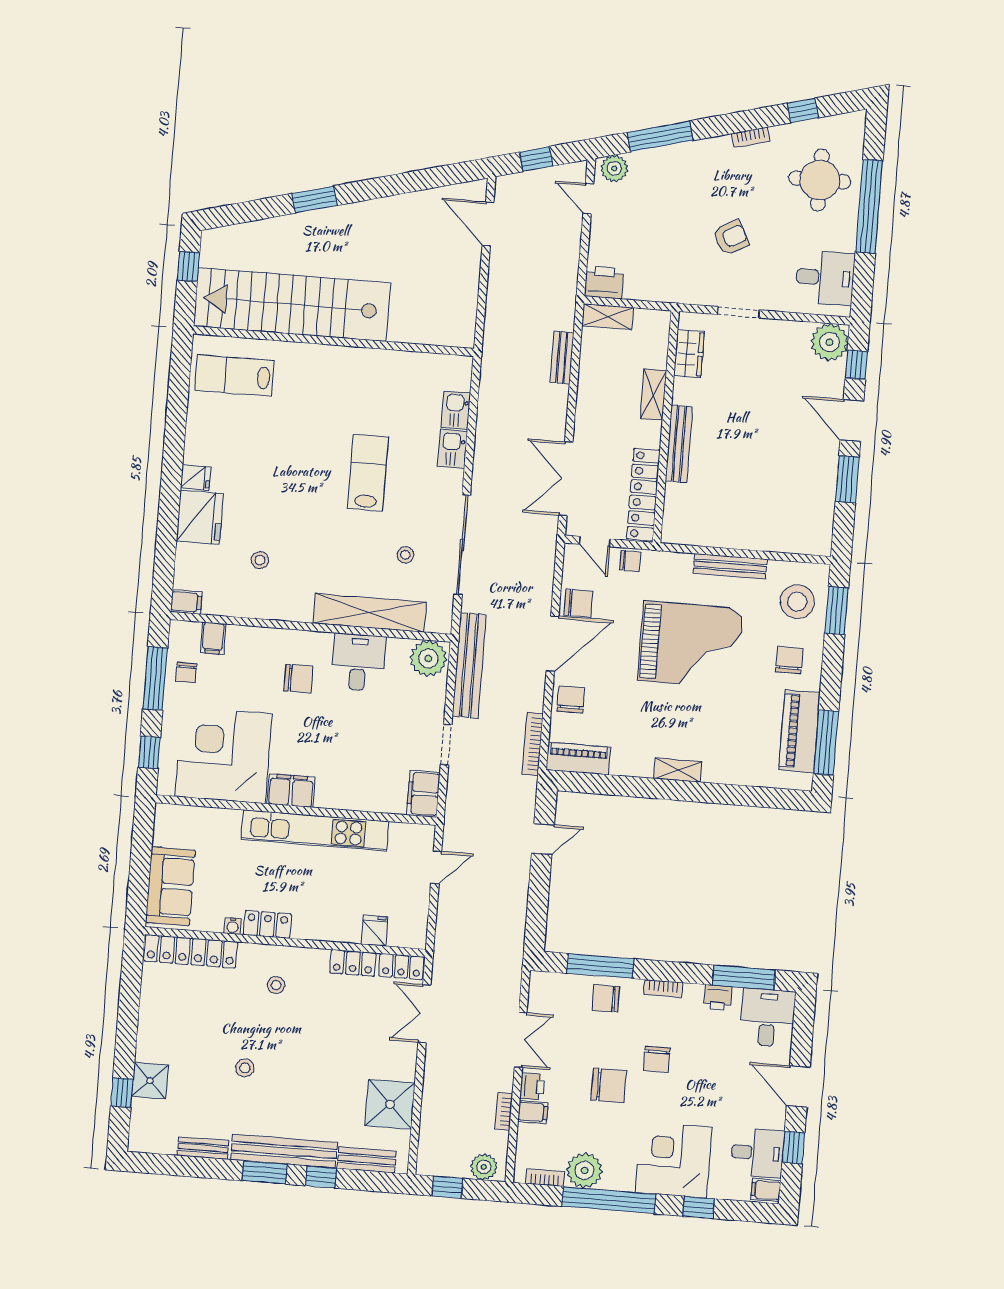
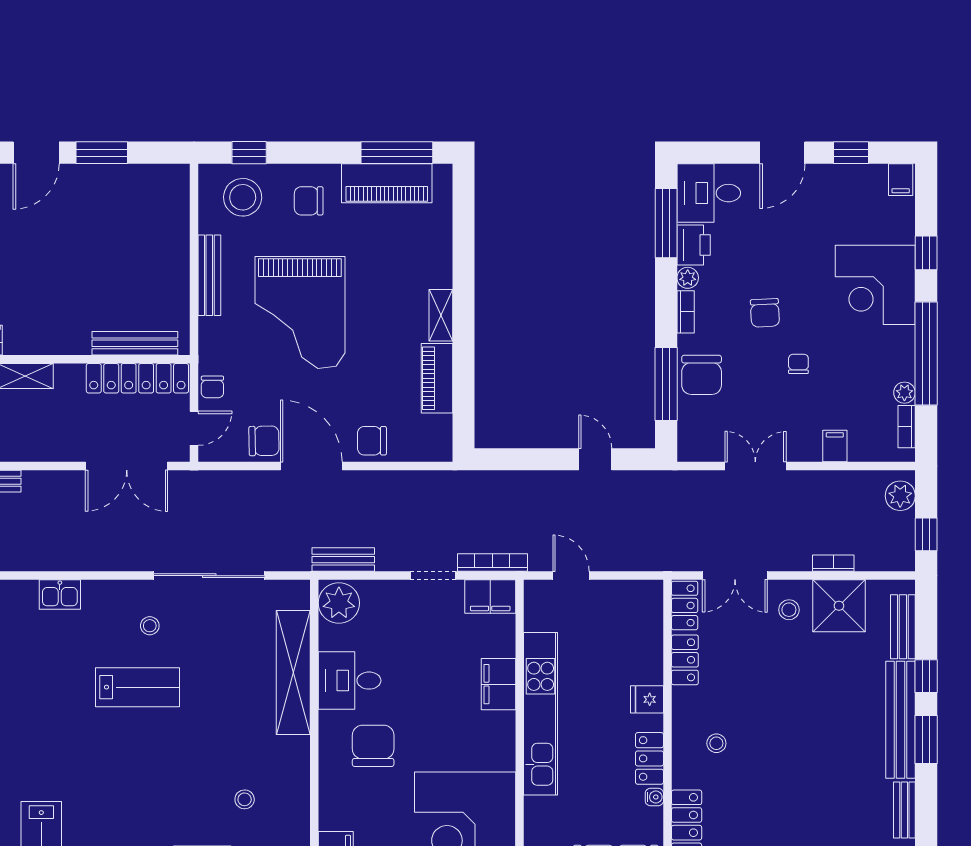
bench: (679, 444) -> (135, 343), moved
kitchen sink: (453, 449) -> (103, 595), removed
lab bench: (368, 473) -> (138, 687), turned 180
stool: (405, 555) -> (150, 626), moved
chair: (630, 561) -> (212, 387), turned 180
chair: (578, 603) -> (264, 441), turned 89
window: (837, 611) -> (249, 153), width x0.67
grand piano: (690, 644) -> (300, 313), turned 180
bench: (469, 666) -> (343, 560), width x0.54, depth x0.82
chair: (298, 679) -> (373, 746), width x1.37, depth x1.37
bookcase: (533, 744) -> (492, 563), moved, turned 180
piano: (578, 758) -> (437, 378), moved
filing cabinet: (291, 791) -> (498, 684), moved
door: (543, 839) -> (595, 459), moved
fridge: (375, 931) -> (647, 699), moved
plant: (693, 993) -> (688, 278), added
printer: (718, 997) -> (694, 245), width x1.36, depth x1.24
chair: (606, 998) -> (702, 375), width x1.37, depth x1.37
chair: (657, 1059) -> (765, 313), turned 87
stool: (245, 1068) -> (789, 610), moved
printer: (532, 1086) -> (806, 449), removed
chair: (609, 1086) -> (798, 364), width x0.54, depth x0.54
bookcase: (504, 1111) -> (833, 563), moved, turned 180
desk: (758, 1153) -> (860, 192), removed
plant: (584, 1170) -> (904, 393), width x0.53, depth x0.53

